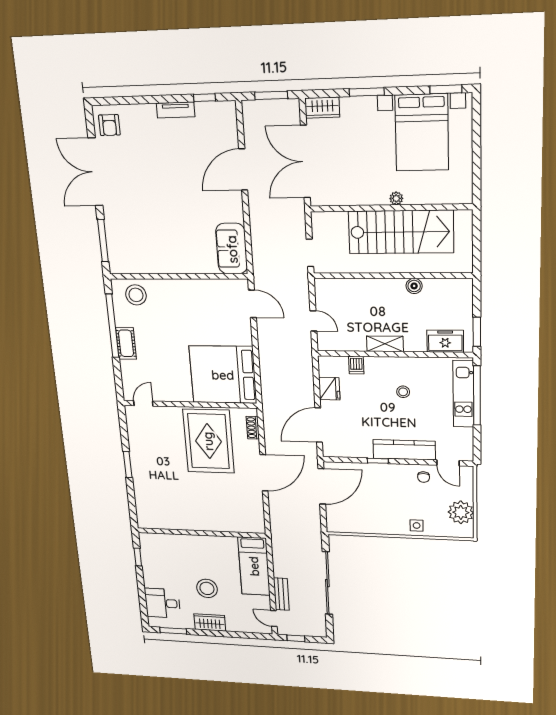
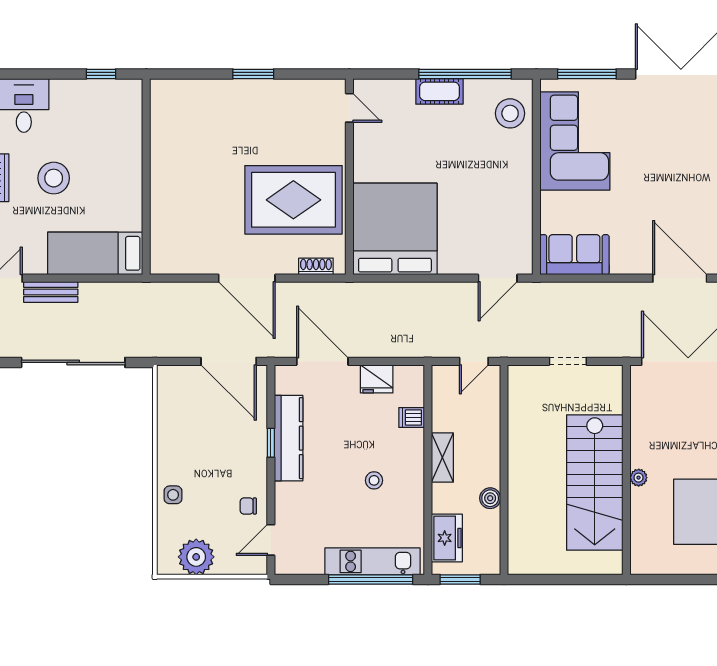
corner sofa: (151, 249) -> (575, 141), added
wall: (392, 276) -> (504, 470), moved
boiler: (414, 286) -> (490, 498), moved
kitchen counter: (404, 450) -> (289, 438), moved

